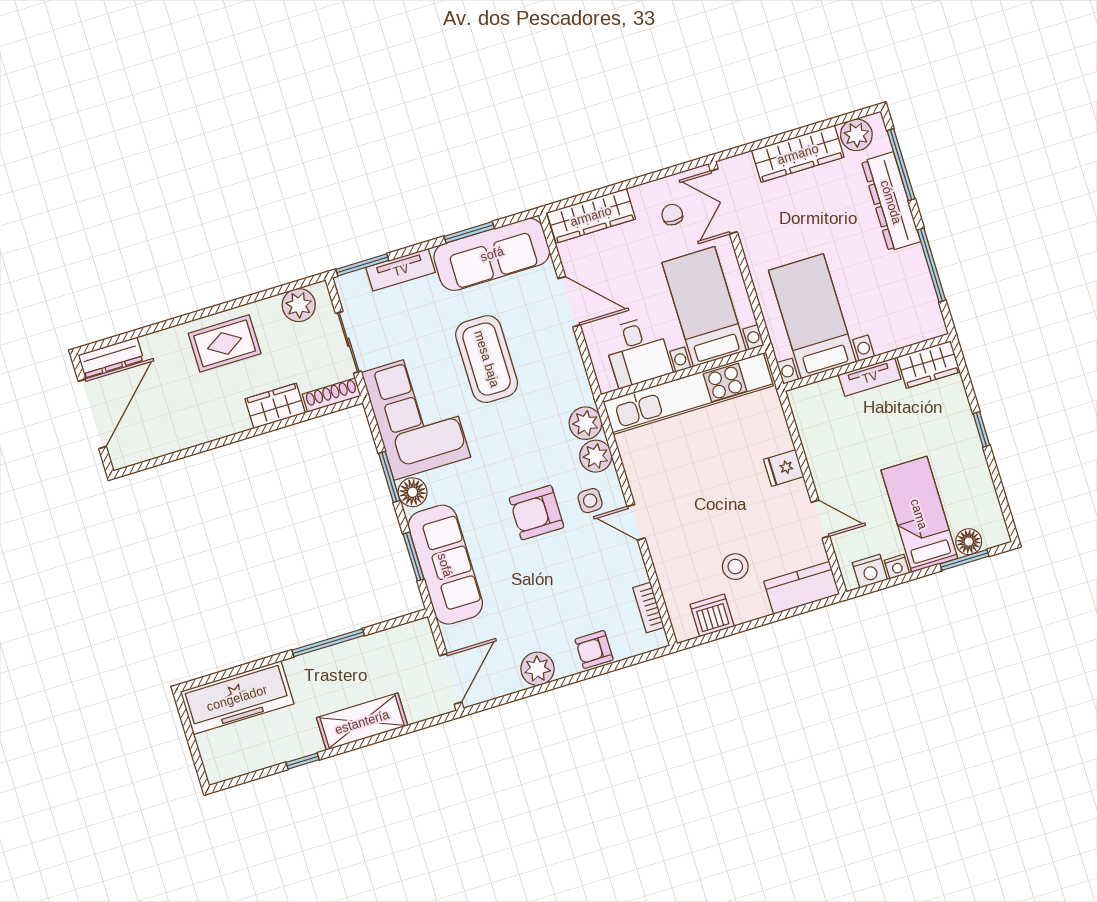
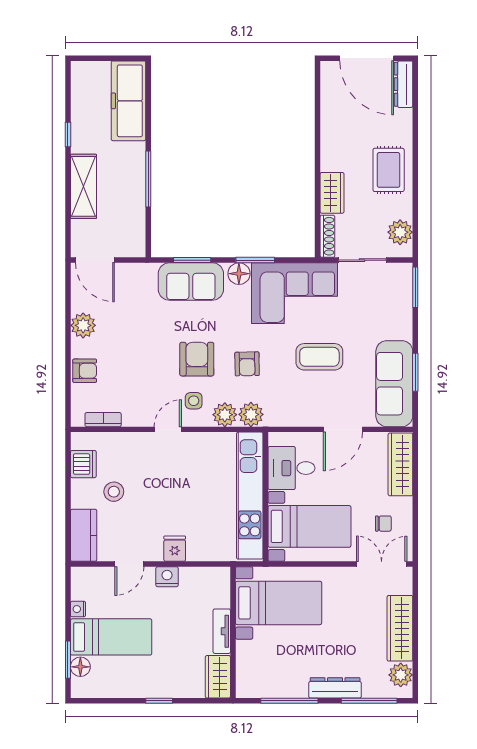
dresser: (891, 202) -> (335, 688), width x0.73, depth x0.80
tv unit: (401, 270) -> (403, 314), removed
coffee table: (487, 359) -> (319, 357), width x0.73, depth x0.76
armchair: (523, 447) -> (247, 364), added
sofa: (445, 565) -> (191, 282), width x0.73
nightstand: (870, 571) -> (167, 577), moved, turned 90
armchair: (594, 650) -> (85, 371), turned 90

